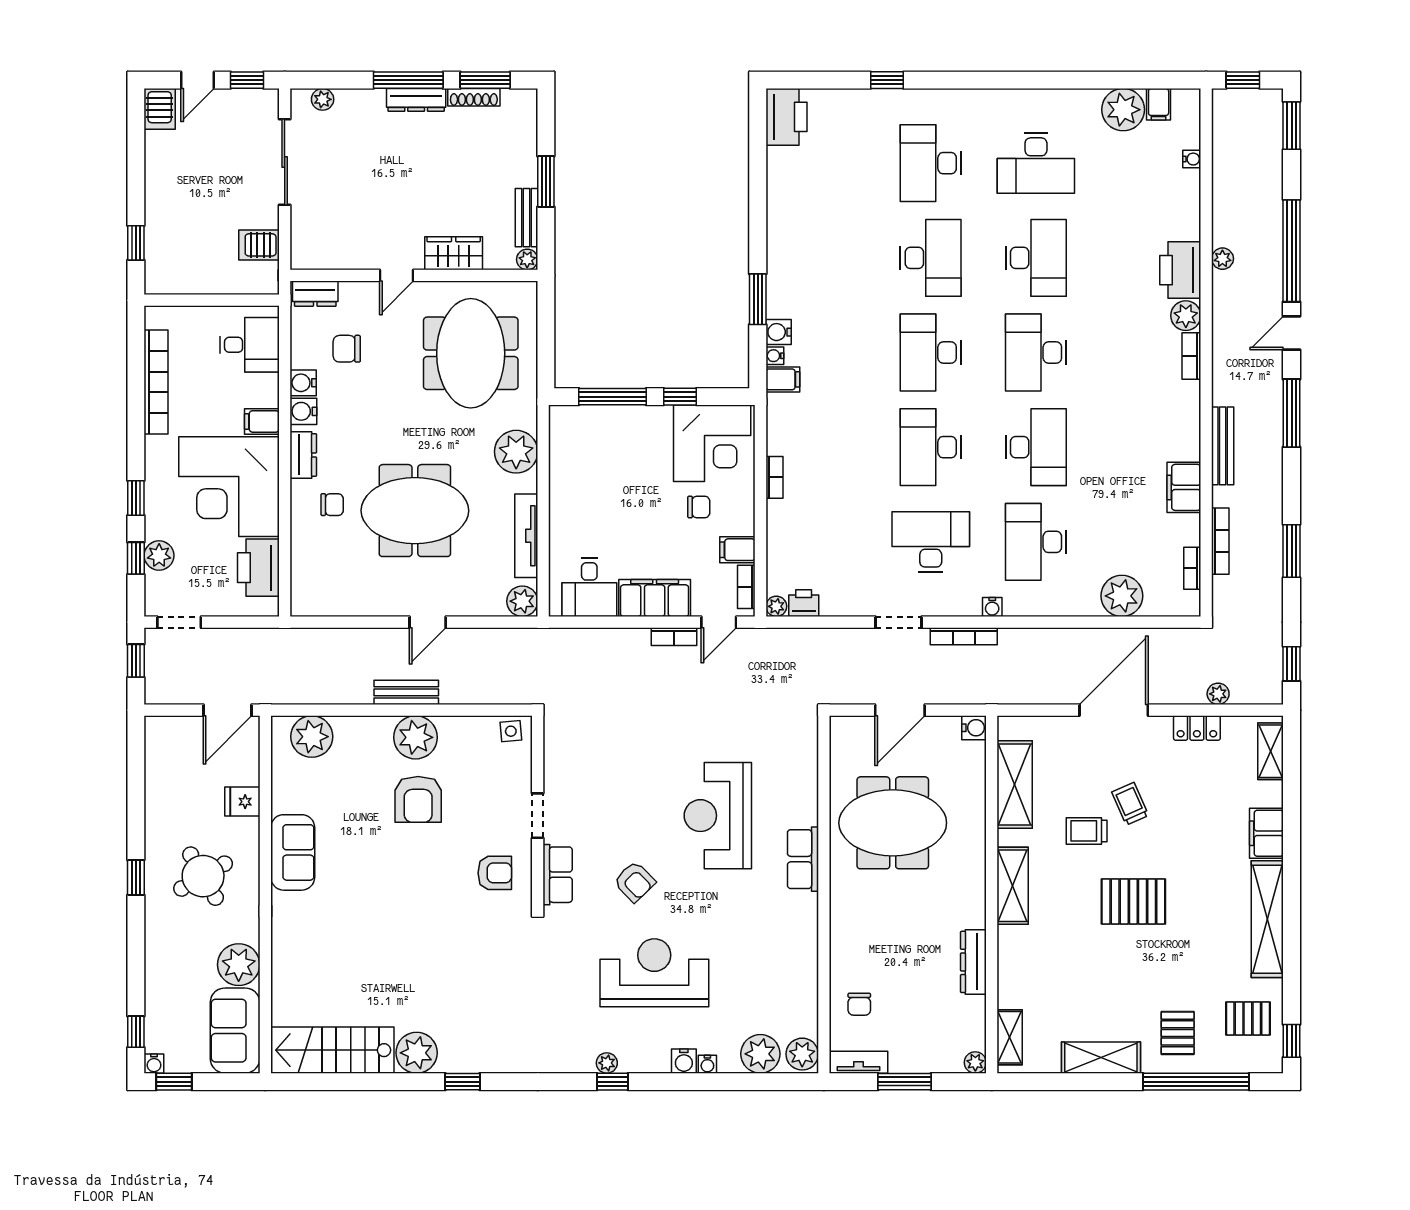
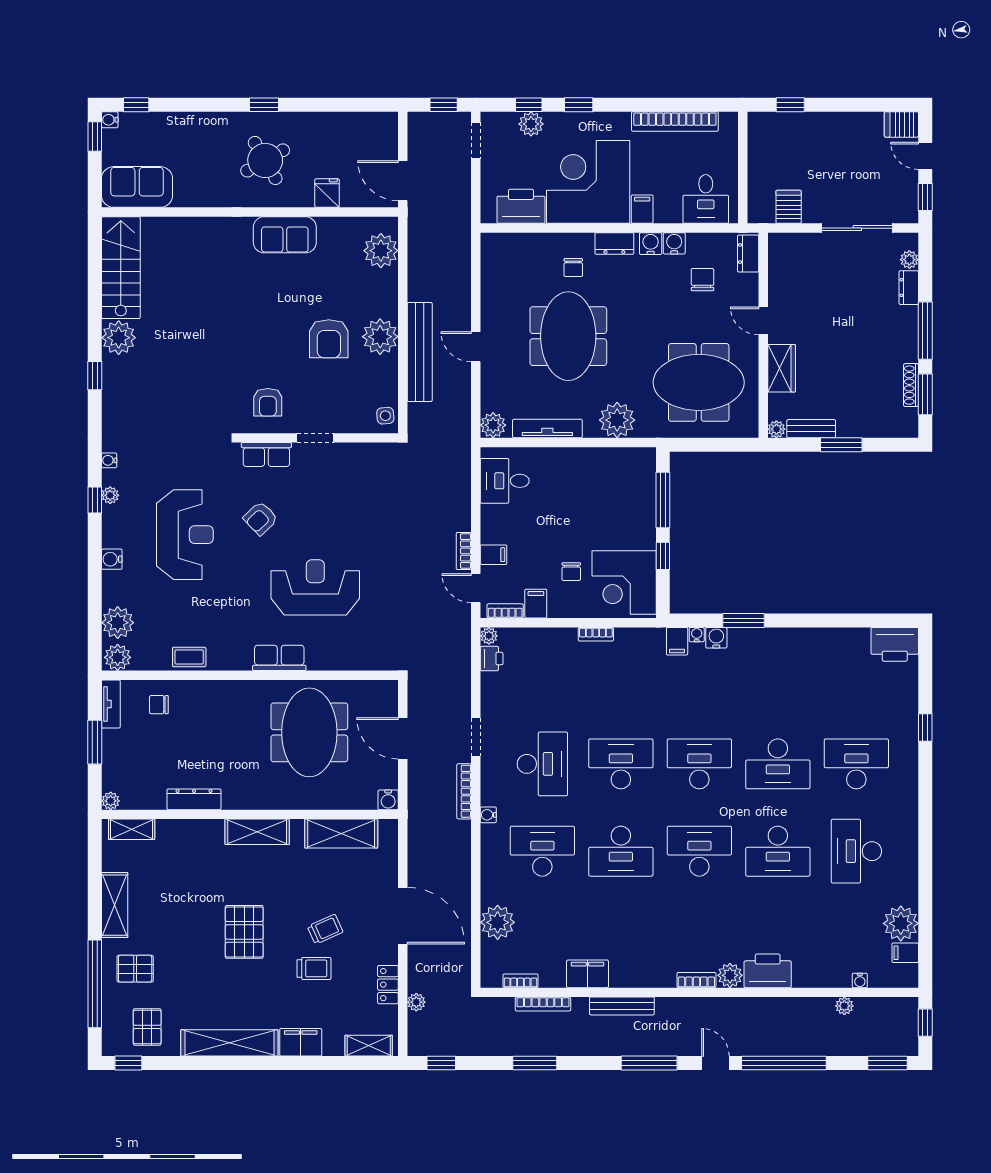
dresser: (416, 100) -> (909, 288), moved, width x0.70
plant: (1222, 259) -> (844, 1006), moved
filing cabinet: (655, 598) -> (494, 555), width x0.33, depth x0.86
bench: (406, 692) -> (420, 352), width x1.86, depth x1.21
armchair: (418, 799) -> (329, 339), turned -90
trolley: (1087, 831) -> (314, 968), moved, turned 90
plant: (239, 965) -> (192, 190), removed
coffee table: (802, 968) -> (189, 657), added
water cooler: (707, 1064) -> (109, 460), moved

